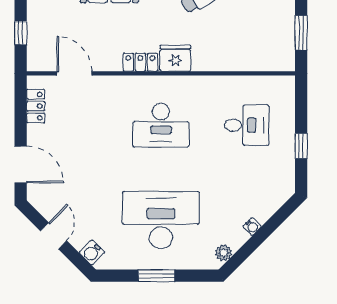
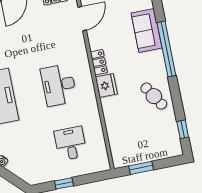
desk: (247, 125) -> (71, 143), turned 180

